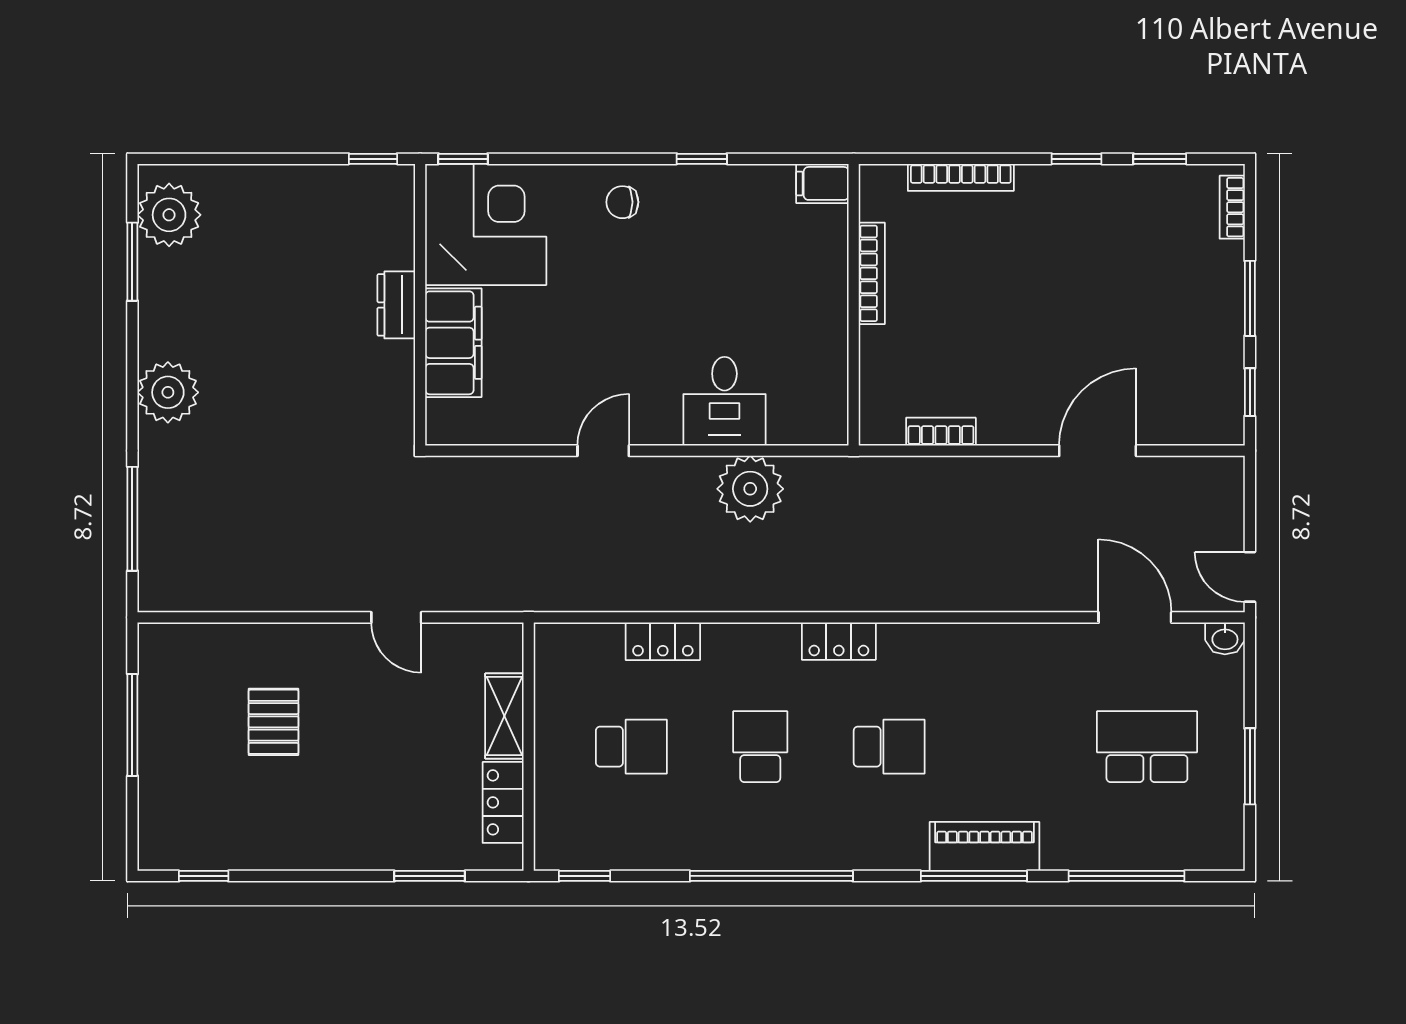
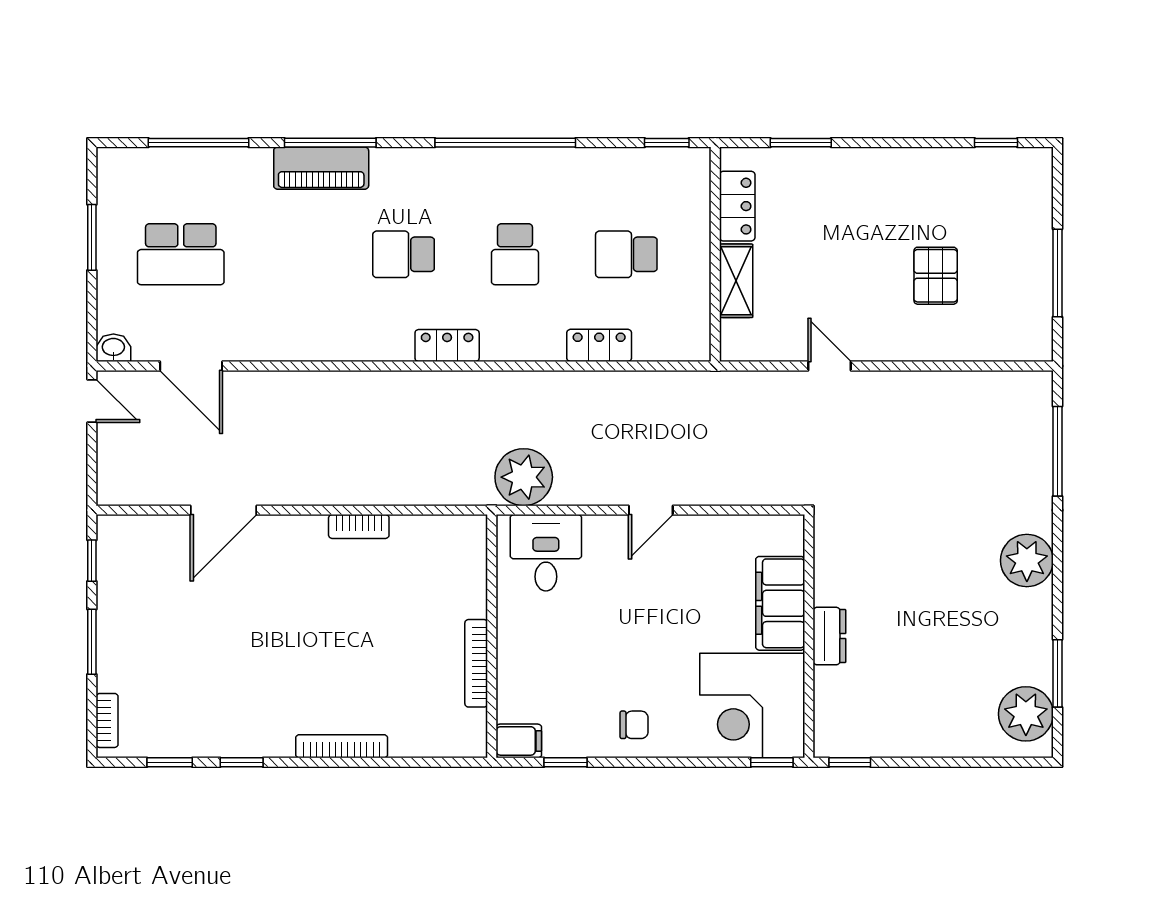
filing cabinet: (822, 183) -> (519, 741), moved
bookcase: (872, 273) -> (476, 663), moved
wall: (854, 305) -> (492, 636), moved

